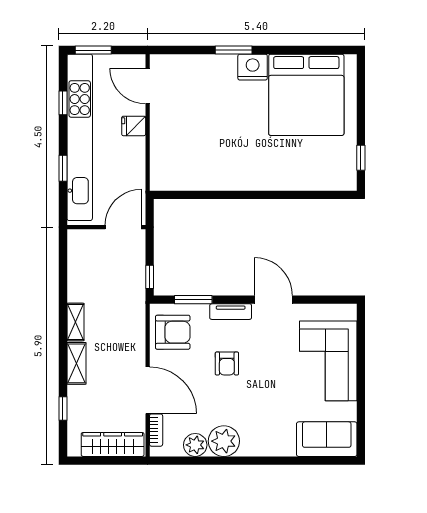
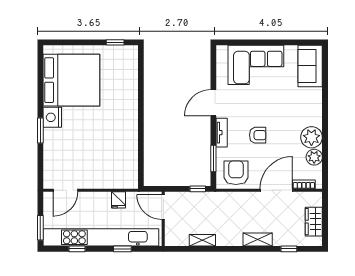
fridge: (134, 126) -> (119, 200), moved
shelving: (76, 322) -> (202, 240), moved
wardrobe: (113, 444) -> (314, 222), width x0.67

